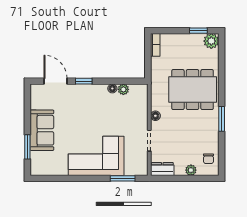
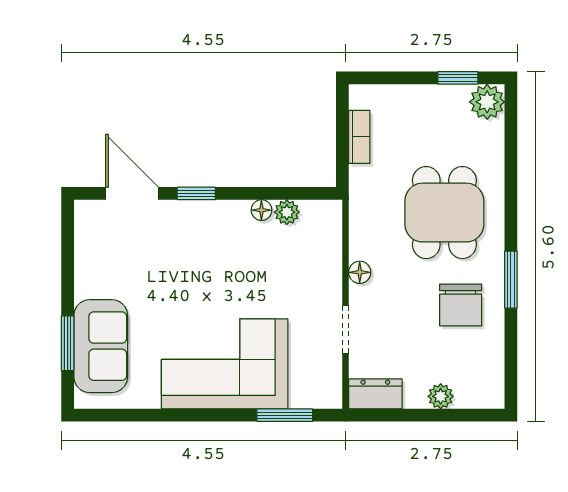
bookcase: (155, 45) -> (359, 137), moved
dining table: (193, 90) -> (444, 213), width x0.73
sofa: (42, 130) -> (101, 346), moved
chair: (208, 159) -> (461, 305), moved, width x1.87, depth x1.87

